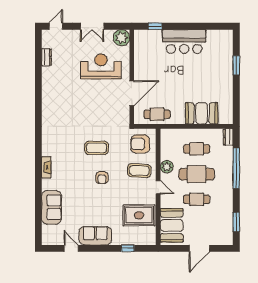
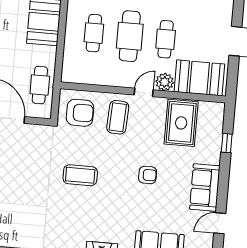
armchair: (140, 144) -> (80, 113), turned -90
coffee table: (96, 148) -> (80, 175), turned 90
plant: (167, 167) -> (165, 82), moved
armchair: (102, 178) -> (148, 175), moved

